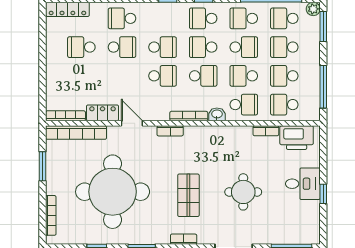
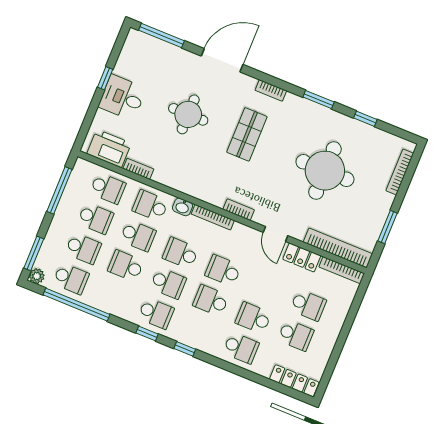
school desk: (244, 18) -> (308, 305), moved
round table: (113, 192) -> (325, 171), width x0.73, depth x0.73

